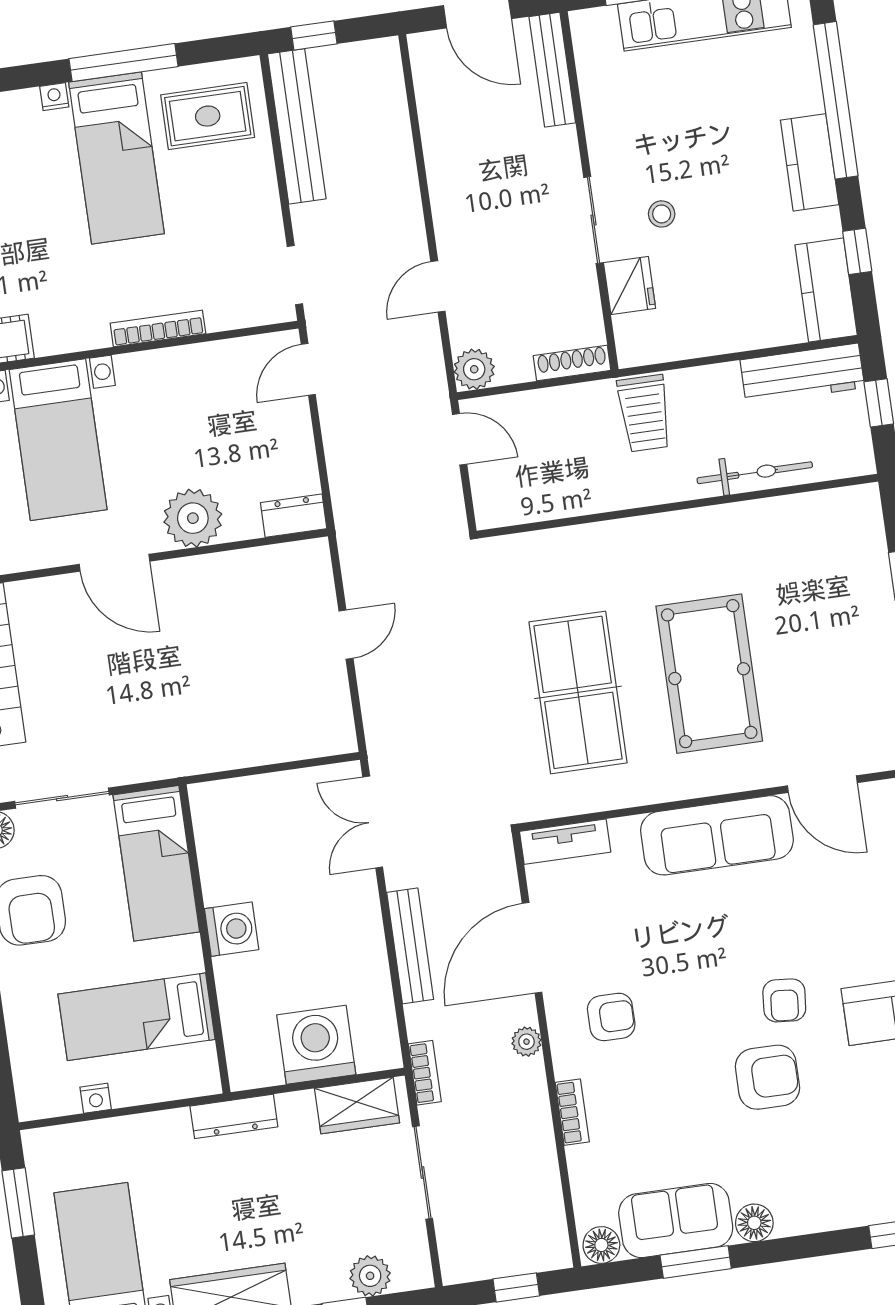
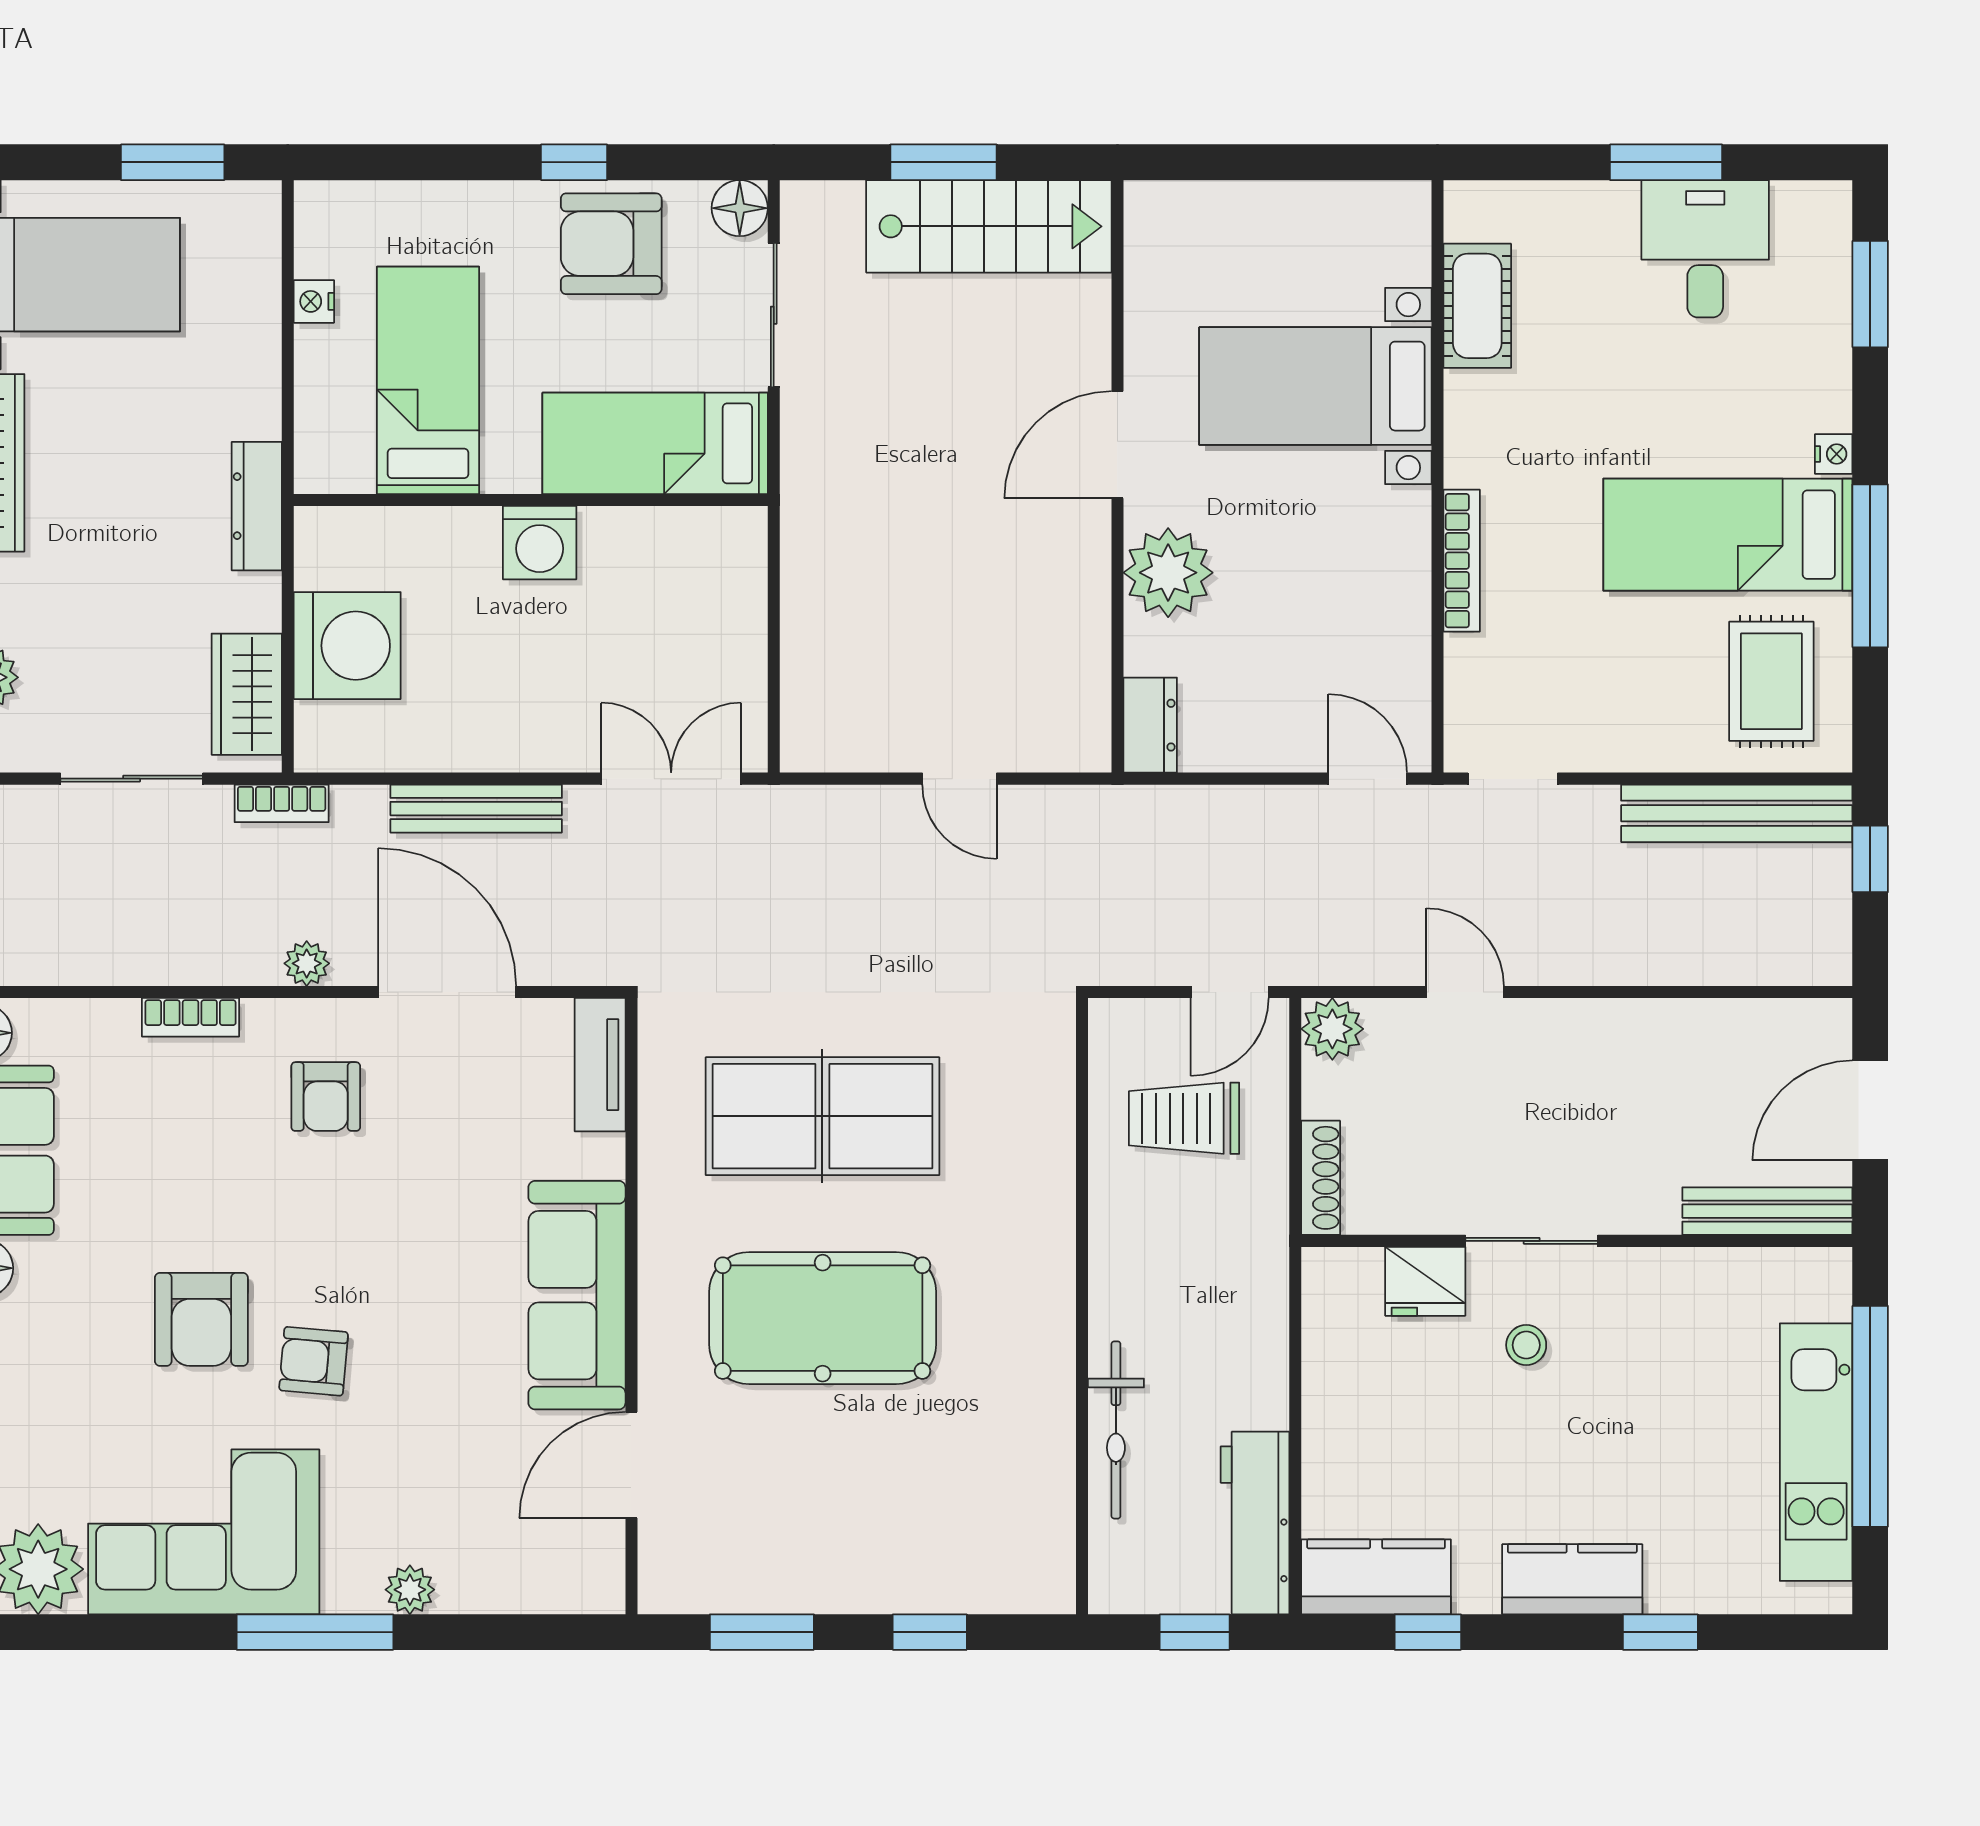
window: (836, 100) -> (1660, 1632), width x0.32
trolley: (644, 413) -> (1184, 1118), moved

